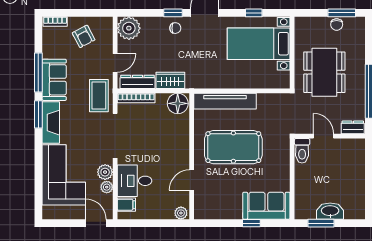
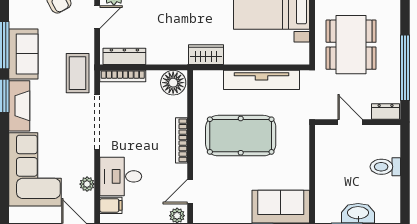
door: (115, 63) -> (97, 17), moved
wardrobe: (170, 80) -> (206, 55), moved
tv unit: (225, 101) -> (262, 80), moved
bookcase: (185, 151) -> (182, 140), added
toilet: (302, 151) -> (385, 167), moved, turned 90
plant: (105, 172) -> (85, 166), removed
door: (192, 180) -> (190, 192), moved

